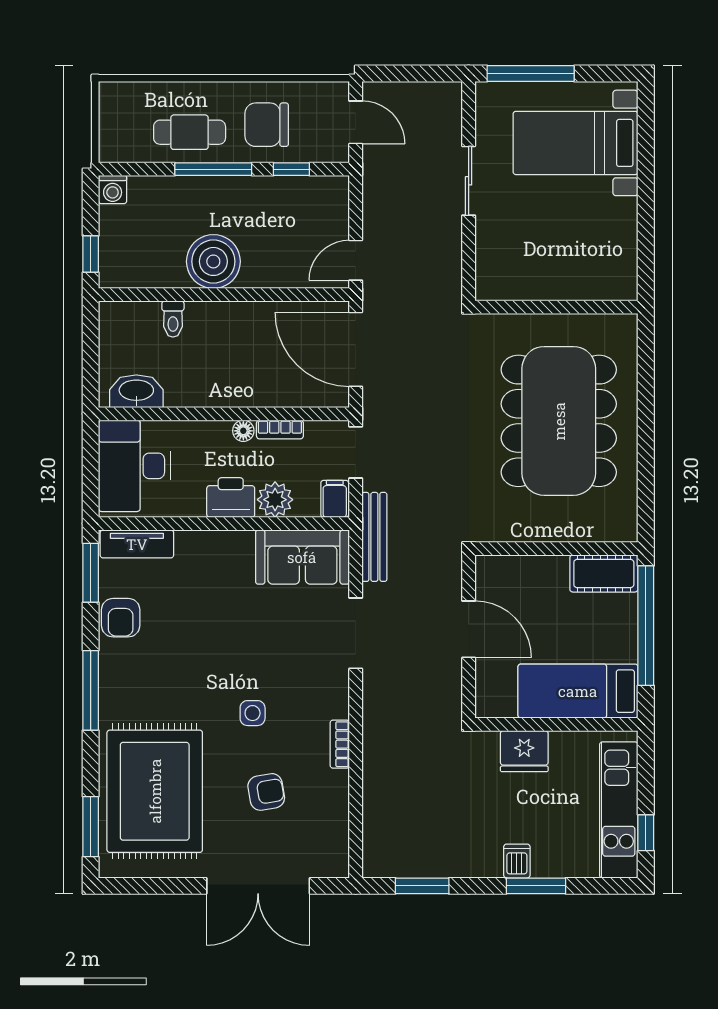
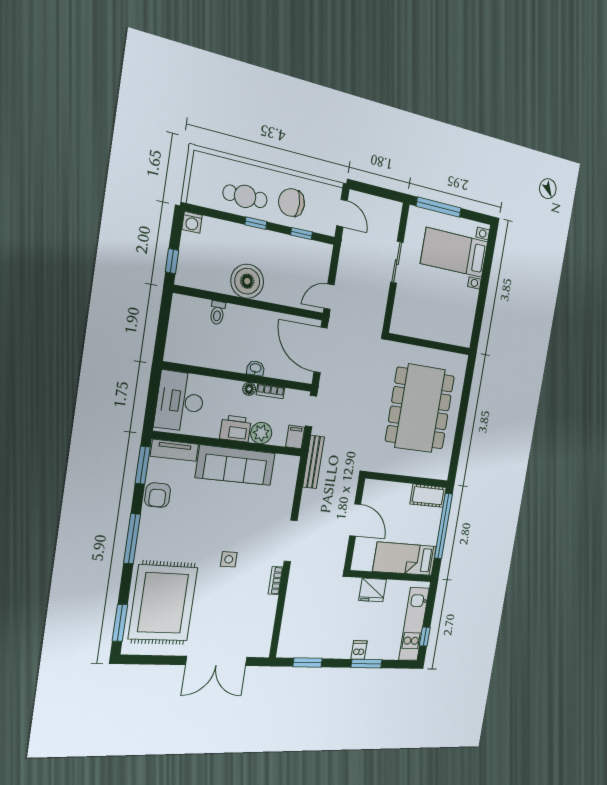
window: (213, 169) -> (256, 223), width x0.46
washbasin: (136, 391) -> (256, 368), moved, width x0.52, depth x0.69
sofa: (302, 557) -> (236, 465), moved, width x1.36
doorway: (356, 633) -> (291, 541), moved
armchair: (266, 792) -> (230, 606), removed

